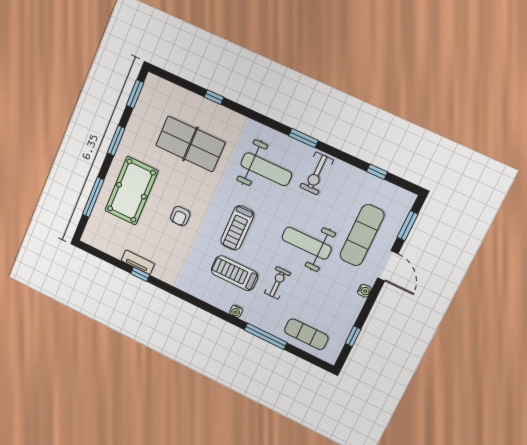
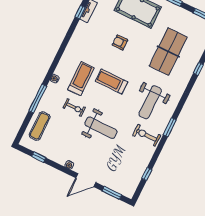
exercise mat: (362, 235) -> (106, 164), removed
weight bench: (307, 243) -> (101, 128), turned 90

